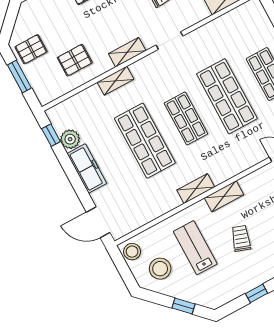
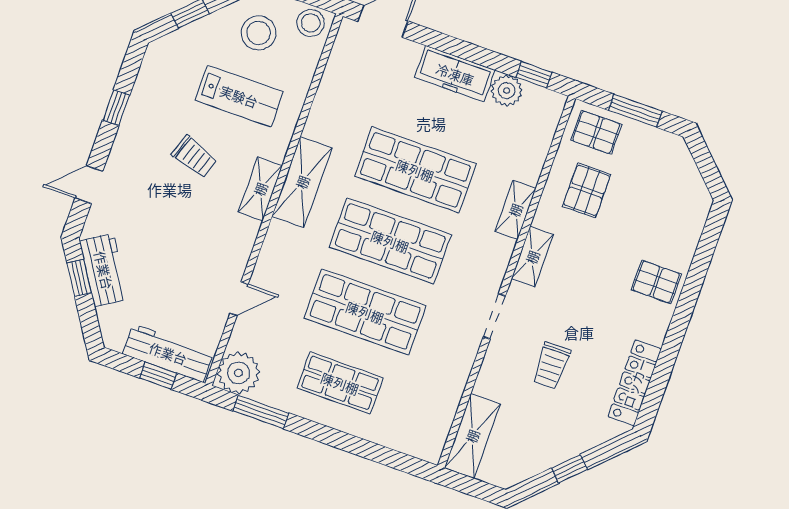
pallet: (31, 49) -> (596, 132), moved, turned 90
shop shelf: (186, 118) -> (390, 241), width x1.43, depth x1.36
shelving: (196, 189) -> (302, 182), width x1.50, depth x1.33

